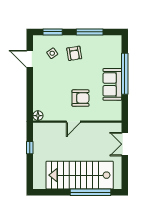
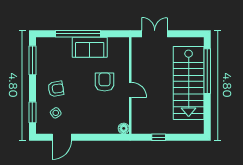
window: (90, 32) -> (32, 60), moved
double door: (125, 144) -> (155, 34), swing flipped

